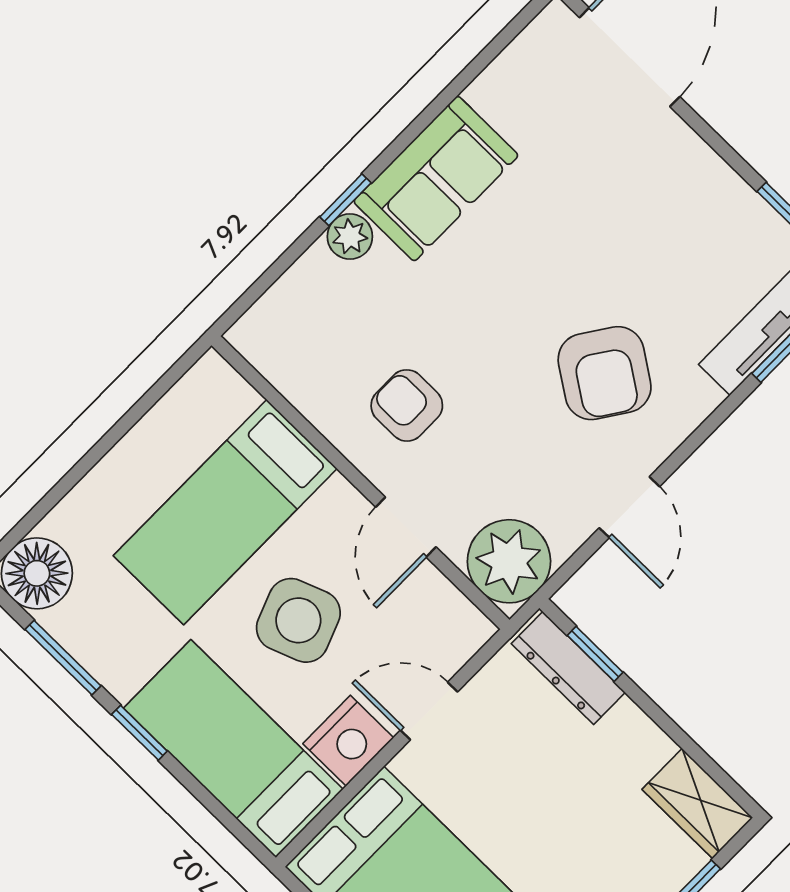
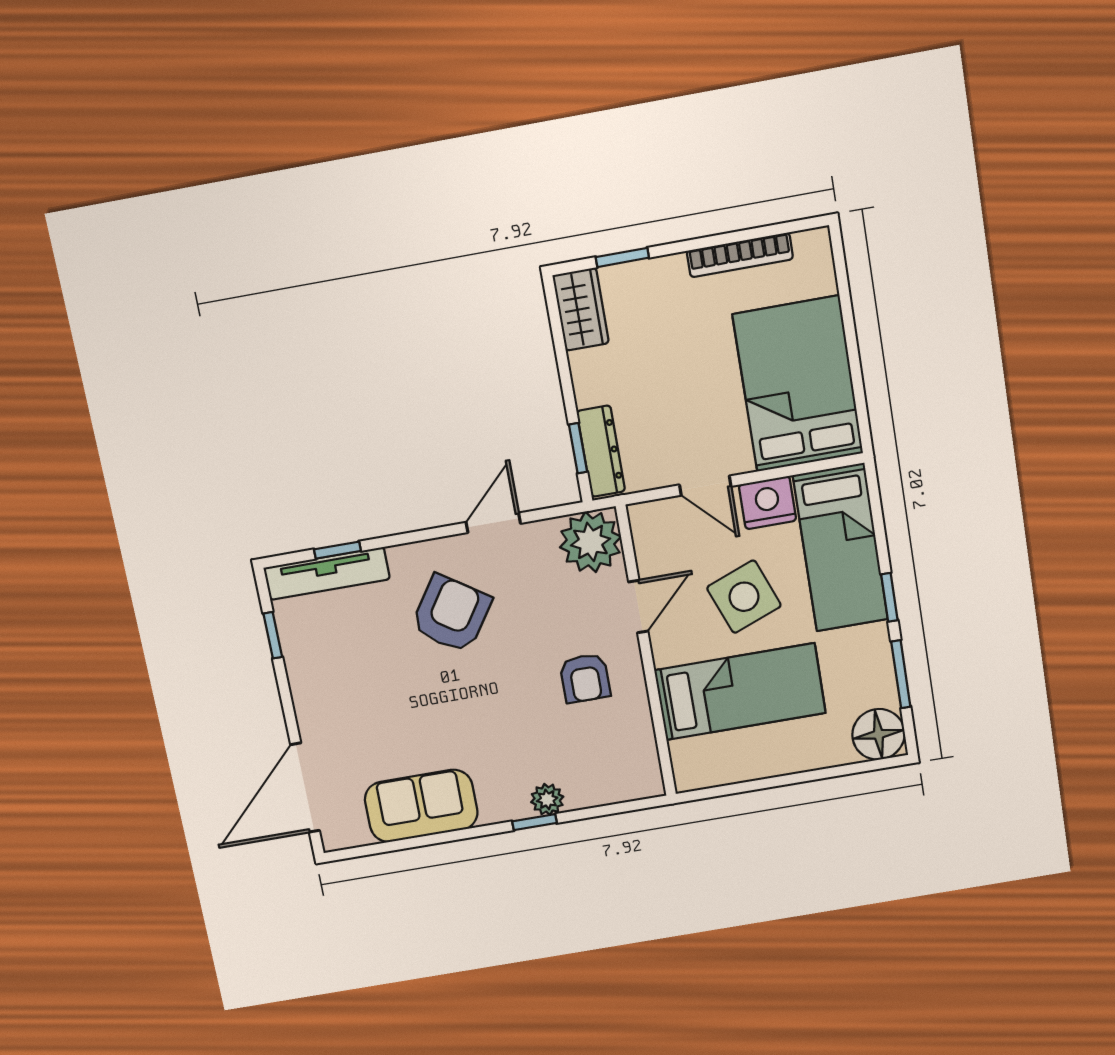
sofa: (436, 178) -> (421, 806), moved

